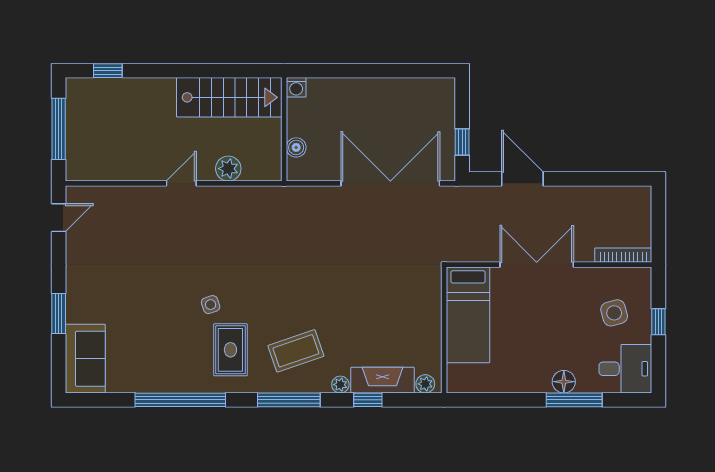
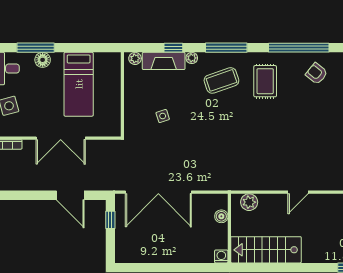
plant: (228, 169) -> (249, 202), moved
side table: (211, 305) -> (163, 116), moved
bed: (468, 315) -> (79, 84), moved, turned 180
armchair: (153, 361) -> (317, 74), added

